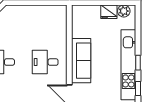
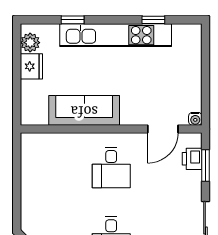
sofa: (81, 61) -> (84, 110), moved
window: (138, 63) -> (73, 20), moved

